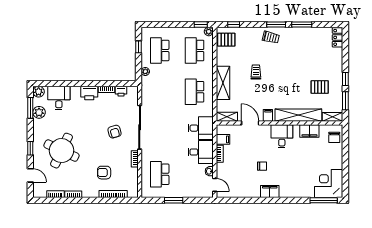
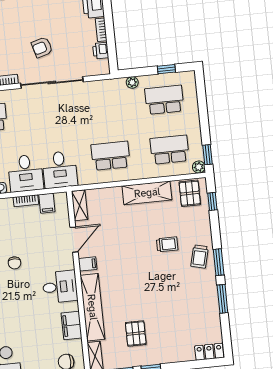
trolley: (256, 72) -> (167, 244), moved
shelving: (223, 83) -> (147, 193), moved

